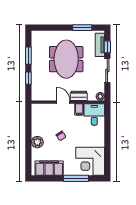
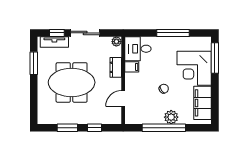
door: (63, 102) -> (123, 99), moved
window: (28, 136) -> (164, 128), added
window: (107, 144) -> (173, 33), added
corner desk: (90, 161) -> (194, 68), moved, turned 90
window: (76, 178) -> (215, 58), moved

